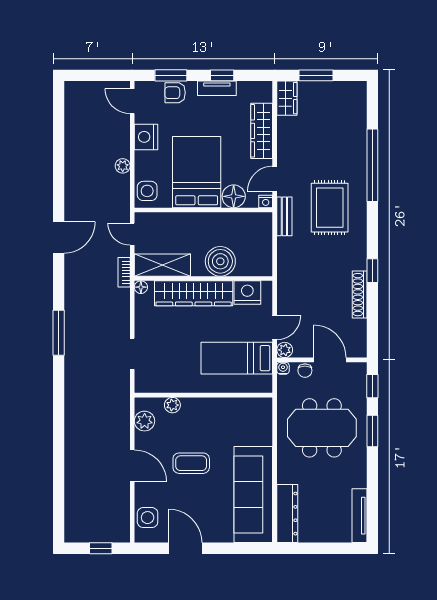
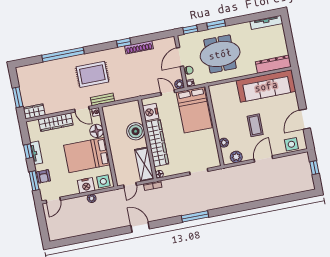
nightstand: (146, 137) -> (86, 185), moved
bed: (237, 358) -> (194, 110), width x1.50
meeting table: (322, 428) -> (220, 54), turned 90

